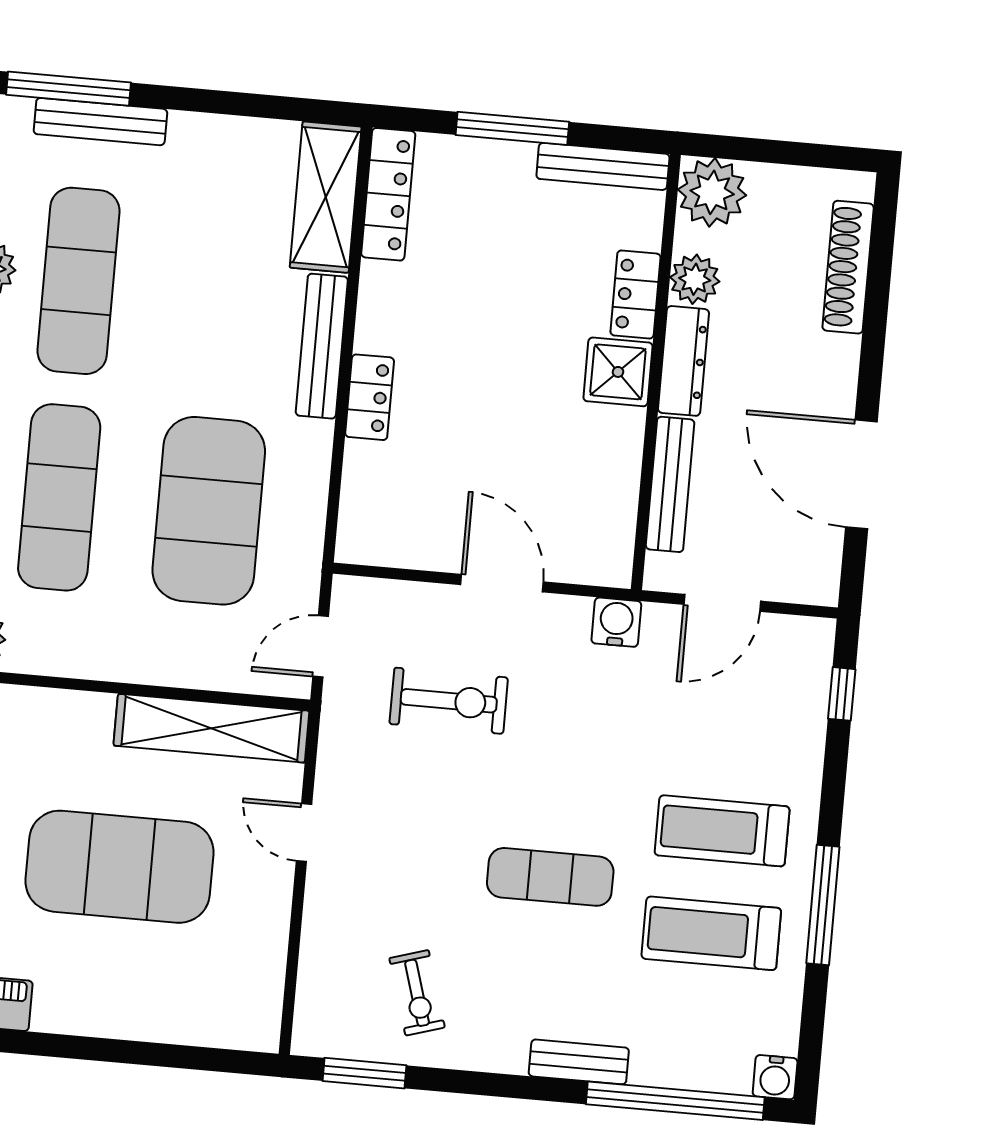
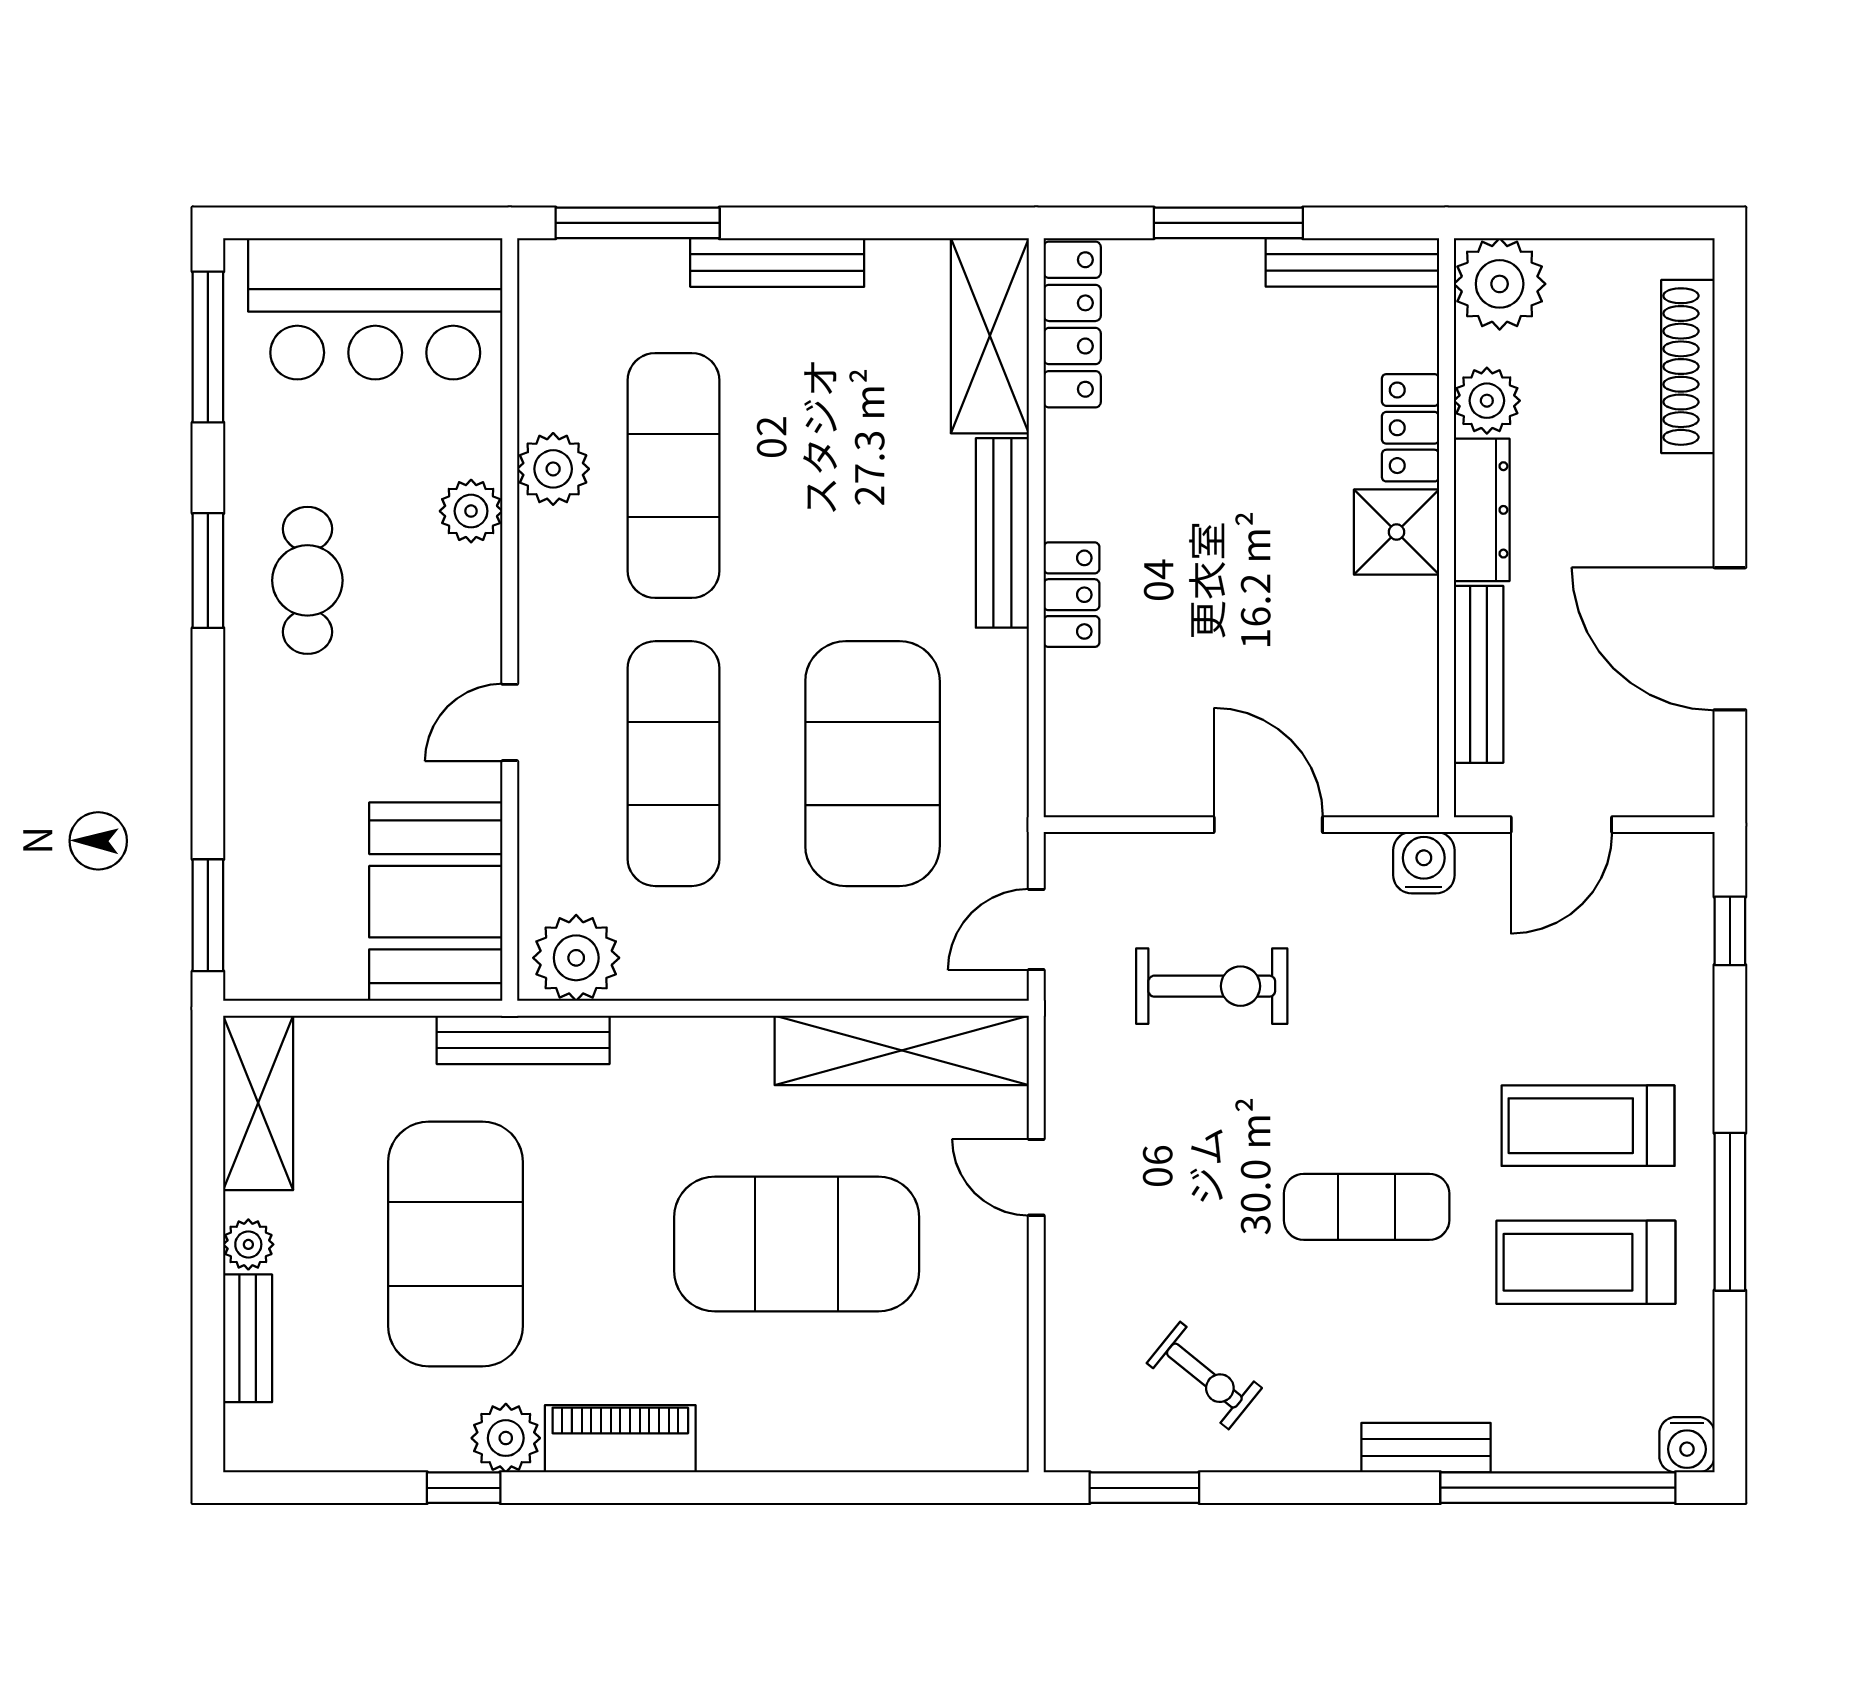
bench: (100, 122) -> (777, 262), moved
exercise bike: (417, 993) -> (1204, 1376), turned -34

